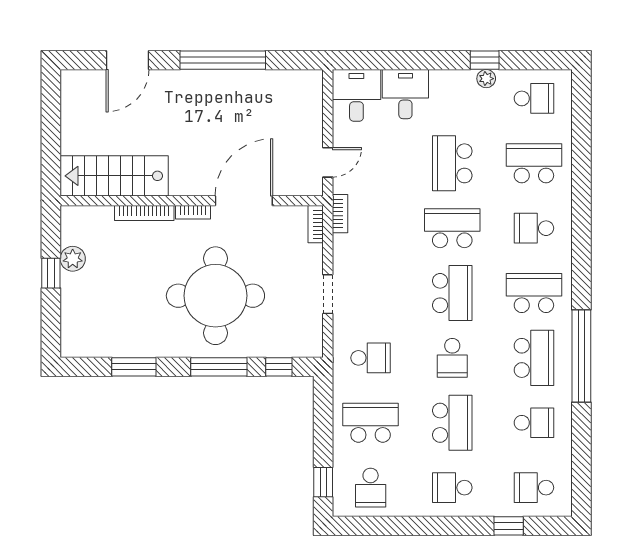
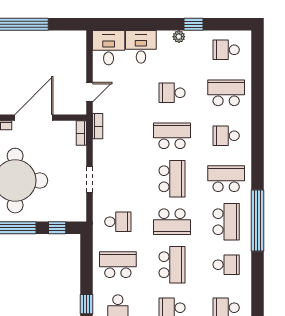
plant: (486, 79) -> (179, 37), moved
school desk: (534, 98) -> (226, 50), turned 180
school desk: (452, 163) -> (172, 93), width x0.54
school desk: (452, 358) -> (172, 222), width x1.85

